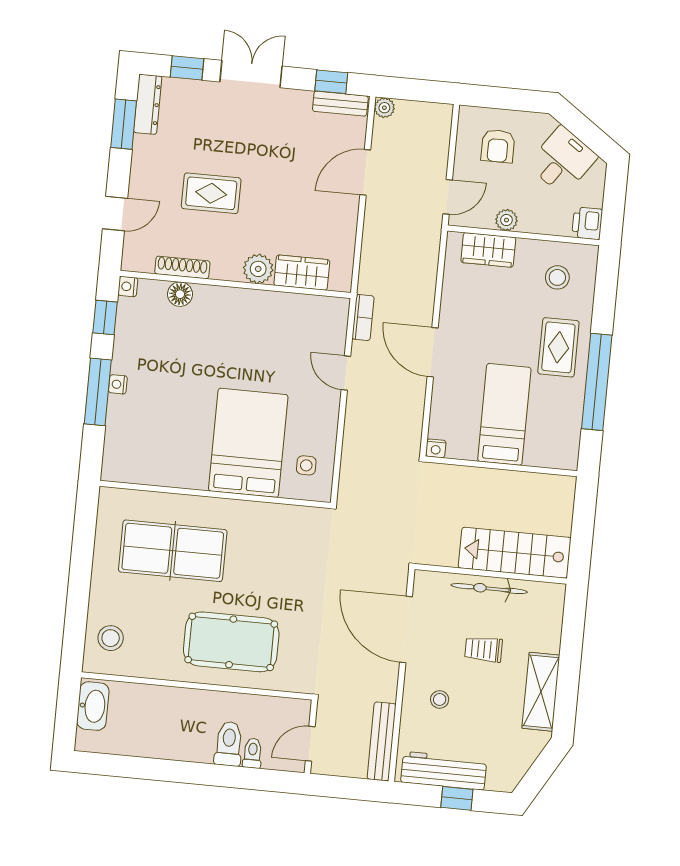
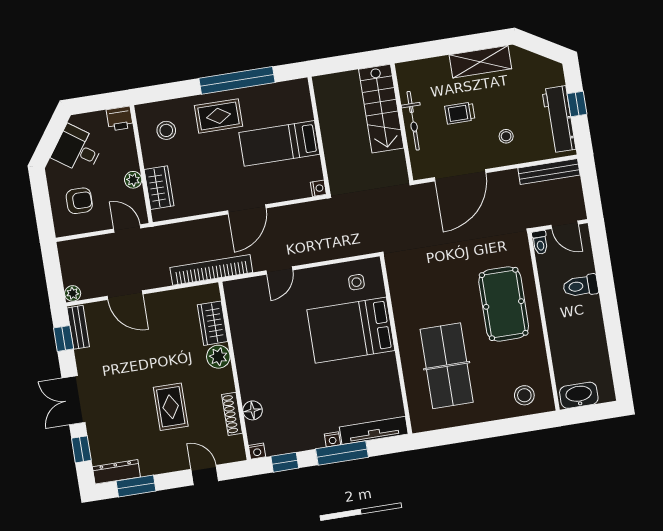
bookcase: (363, 317) -> (211, 270), width x2.31, depth x1.31
tv unit: (116, 439) -> (374, 430), added
trolley: (484, 649) -> (460, 113), turned 90
toilet: (253, 753) -> (540, 242), moved, turned -90

